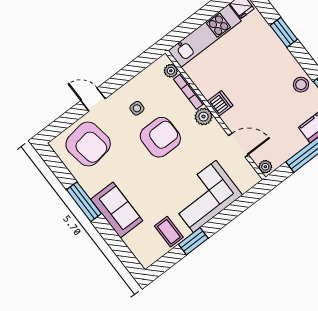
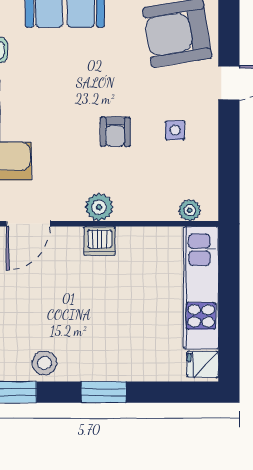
window: (284, 32) -> (104, 392), moved
bookcase: (189, 91) -> (146, 213), removed
armchair: (160, 137) -> (115, 132), width x0.53, depth x0.53

